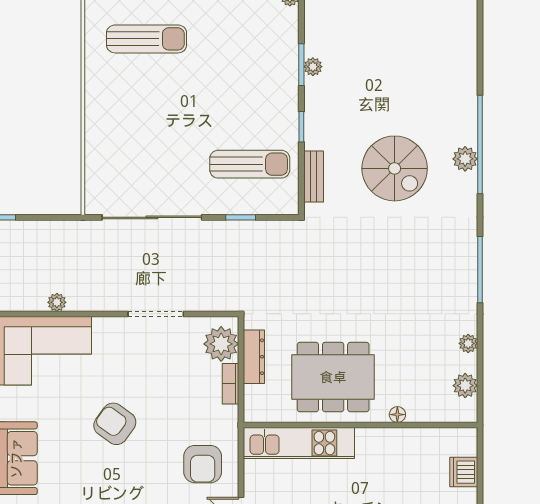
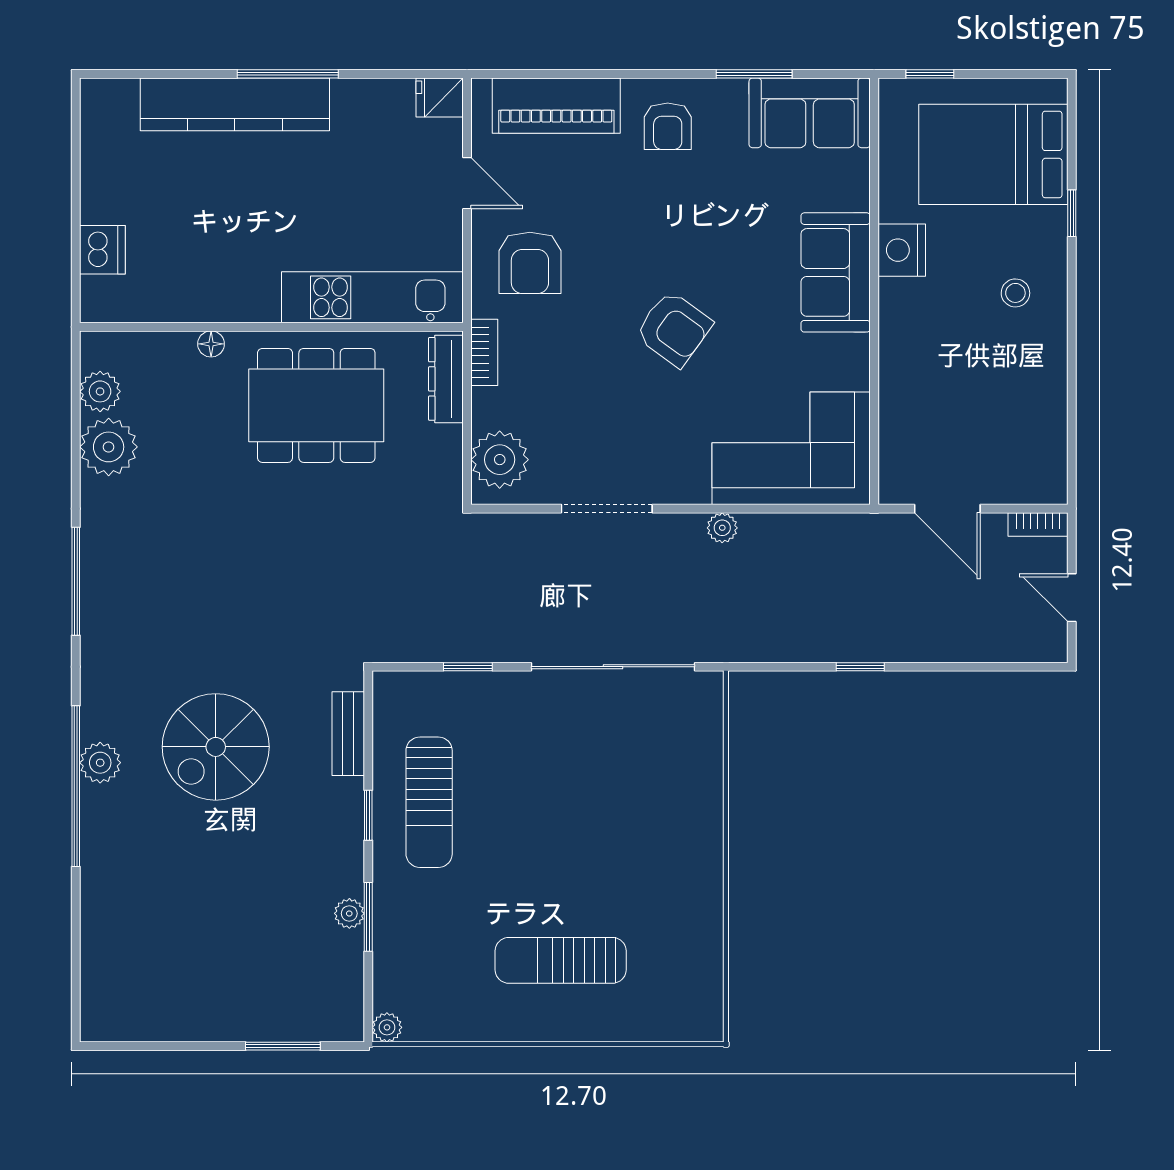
sun lounger: (147, 39) -> (561, 960), moved
sun lounger: (250, 164) -> (429, 802), moved, turned -90
spiral stairs: (395, 168) -> (216, 747), turned -90
plant: (57, 302) -> (722, 528), moved
plant: (468, 343) -> (109, 447), width x1.88, depth x1.88
dresser: (254, 357) -> (446, 379), moved
bookcase: (231, 384) -> (484, 352), moved
armchair: (203, 464) -> (530, 263), turned 180

